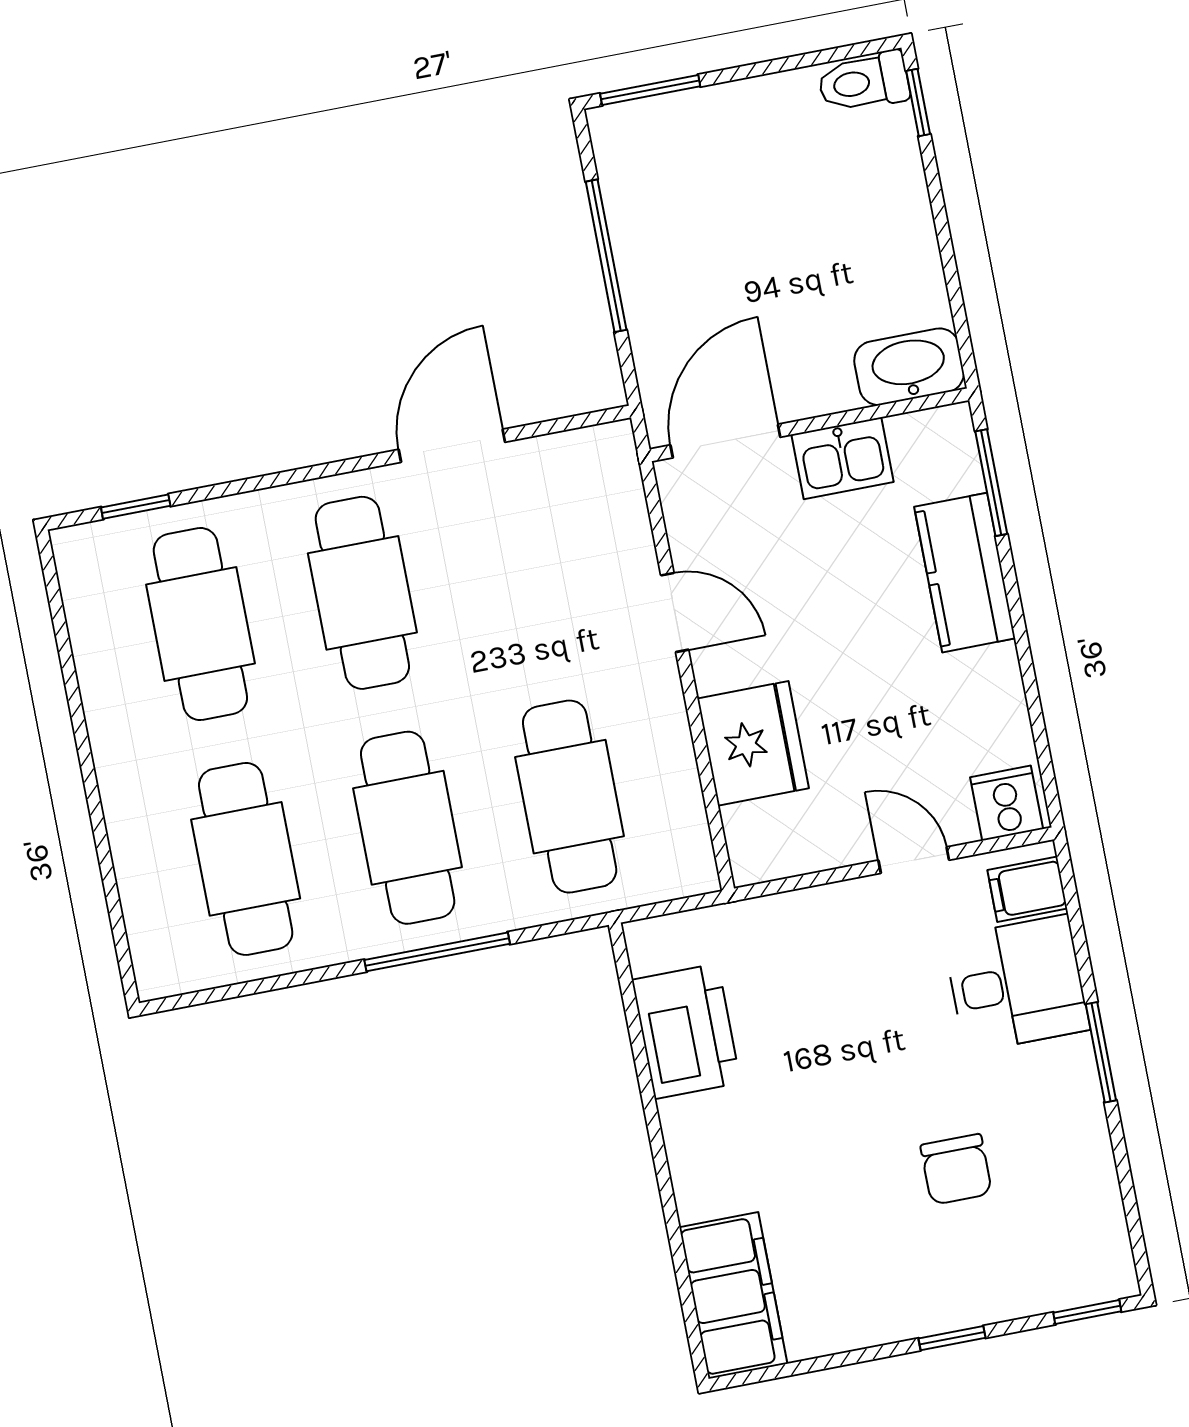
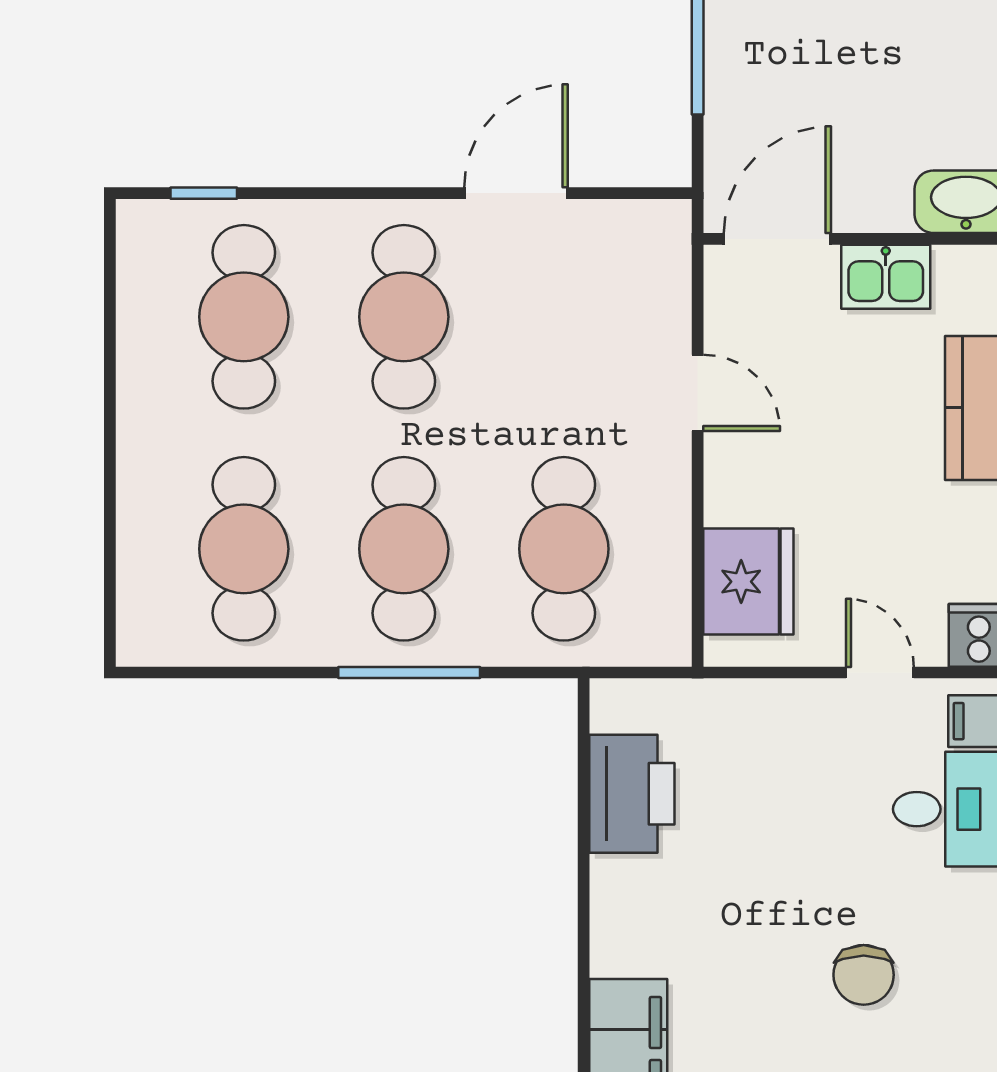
fridge: (753, 743) -> (748, 582), moved

